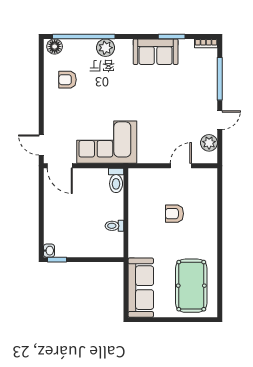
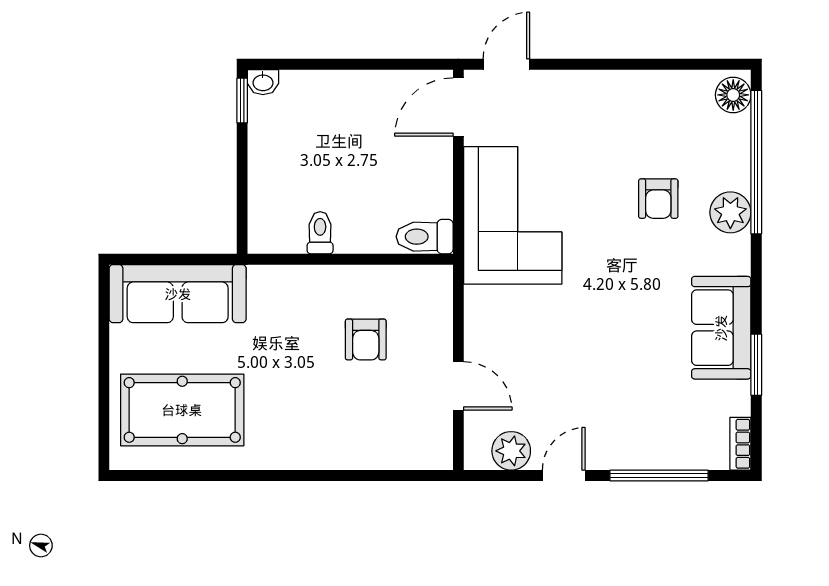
armchair: (67, 80) -> (658, 199), moved, turned 180
door: (220, 120) -> (564, 475), swing flipped
armchair: (174, 214) -> (366, 339), moved, turned 180

